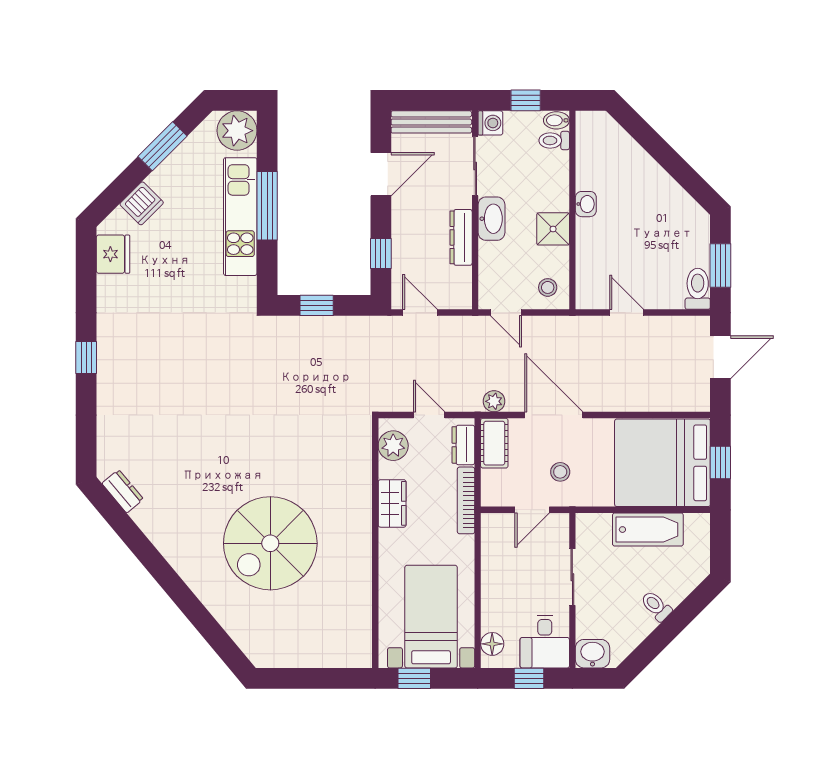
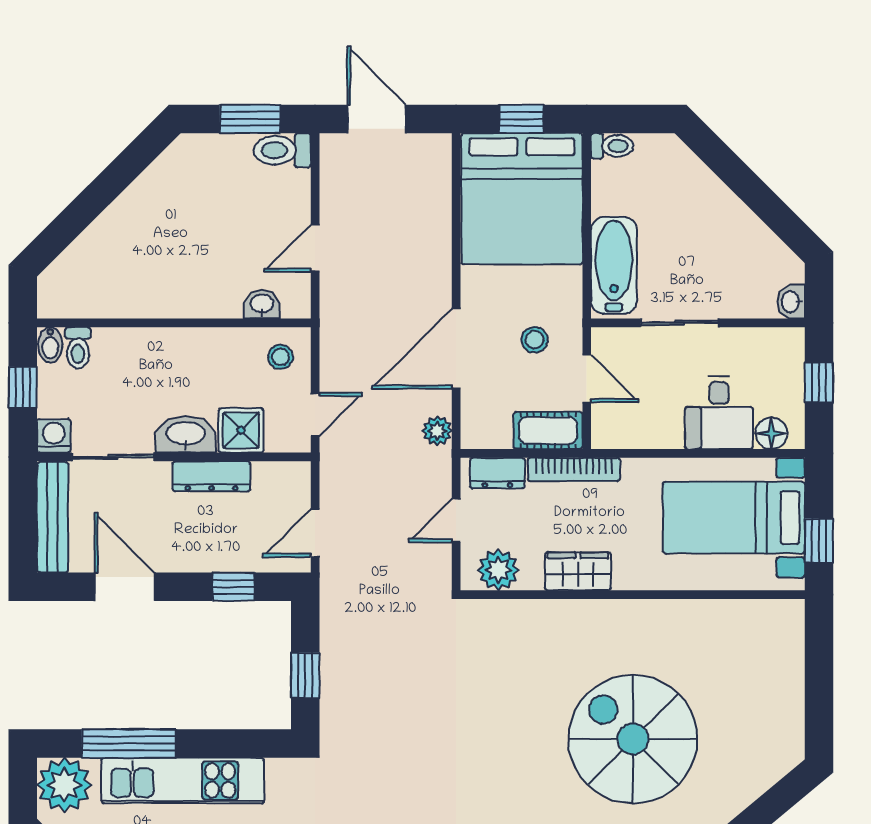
washbasin: (586, 204) -> (262, 304), moved
window: (267, 206) -> (129, 744), moved
shower: (553, 229) -> (241, 430), moved
cot: (494, 443) -> (548, 430), moved
bathtub: (648, 530) -> (614, 265), moved
spiral stairs: (270, 543) -> (633, 739), turned 180
toilet: (656, 606) -> (612, 146), moved, turned -135
desk: (545, 642) -> (719, 413), moved, turned 90
washbasin: (592, 654) -> (791, 302), width x0.72, depth x0.69

